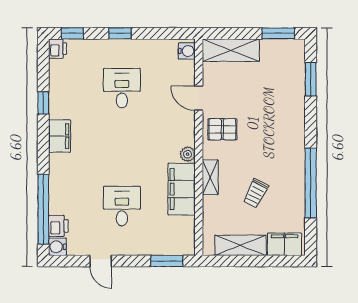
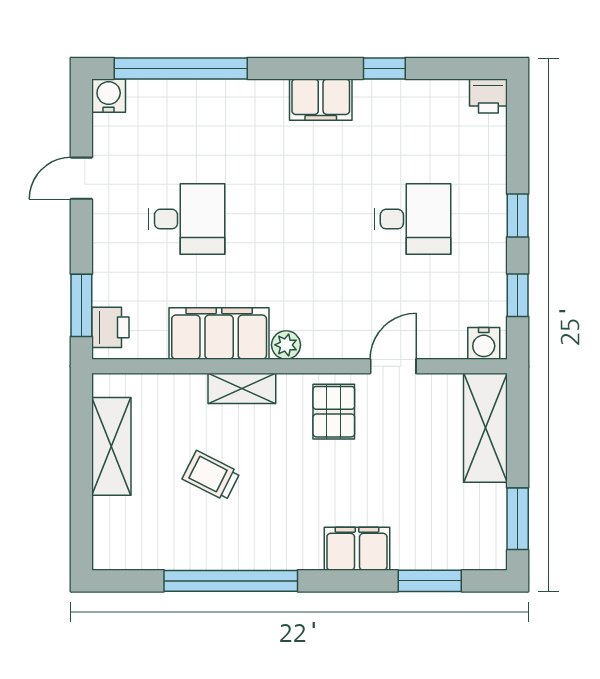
window: (72, 33) -> (518, 295), moved
printer: (58, 226) -> (110, 327), moved, turned -90
filing cabinet: (284, 244) -> (357, 549), moved, turned -90

